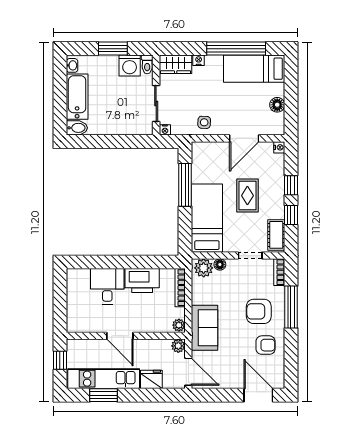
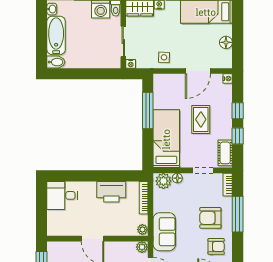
desk: (107, 286) -> (62, 195), moved, turned -90

